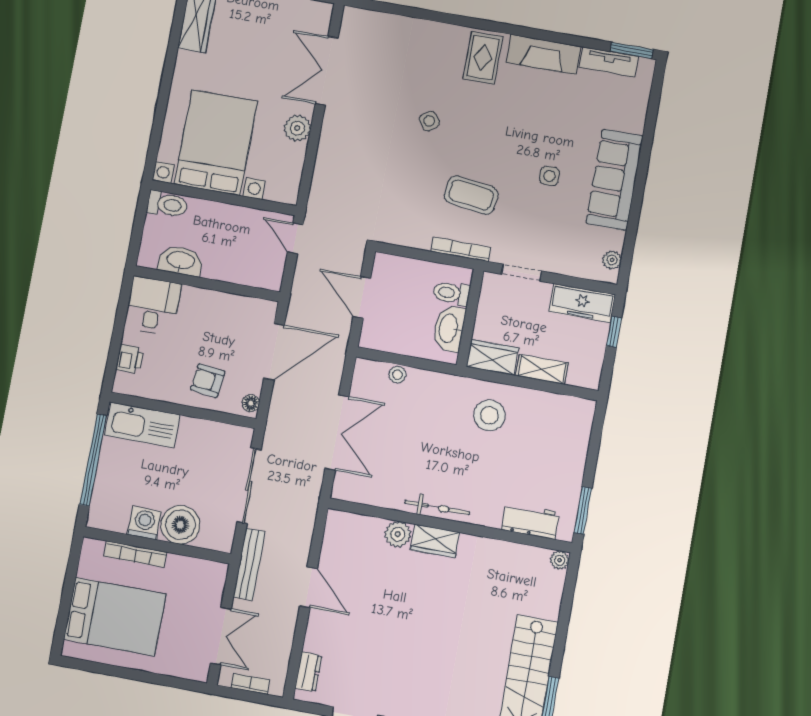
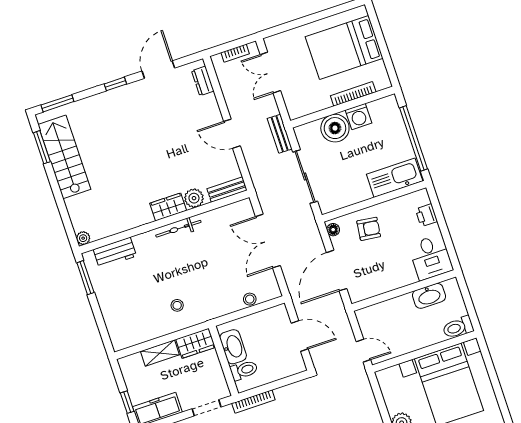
stool: (489, 415) -> (177, 305), width x0.53, depth x0.53
bench: (352, 522) -> (227, 190), added
bench: (249, 564) -> (280, 134), width x0.73

